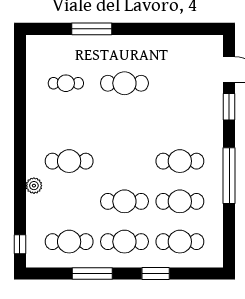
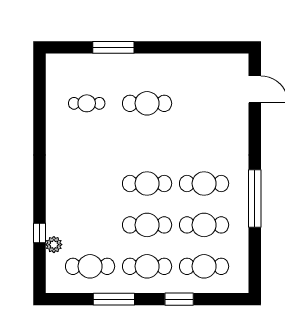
window: (229, 107) -> (255, 128), removed
cafe table: (69, 161) -> (147, 183), moved
plant: (34, 186) -> (54, 245), moved
window: (20, 244) -> (39, 233), moved

